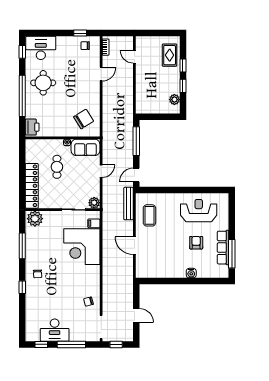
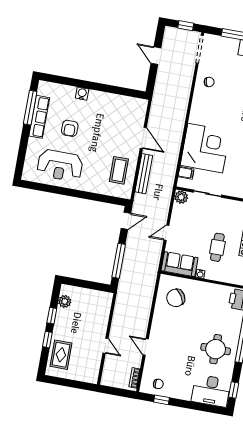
door: (134, 57) -> (105, 346), moved
door: (101, 74) -> (146, 347), hinge flipped
bench: (128, 204) -> (144, 174), moved

